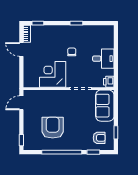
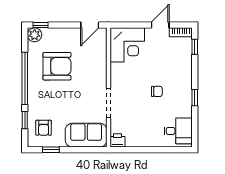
desk: (103, 59) -> (178, 131), moved, turned -90
corner desk: (53, 74) -> (127, 45), moved, turned 90
door: (21, 103) -> (90, 25), swing flipped
plant: (29, 145) -> (35, 35), added

